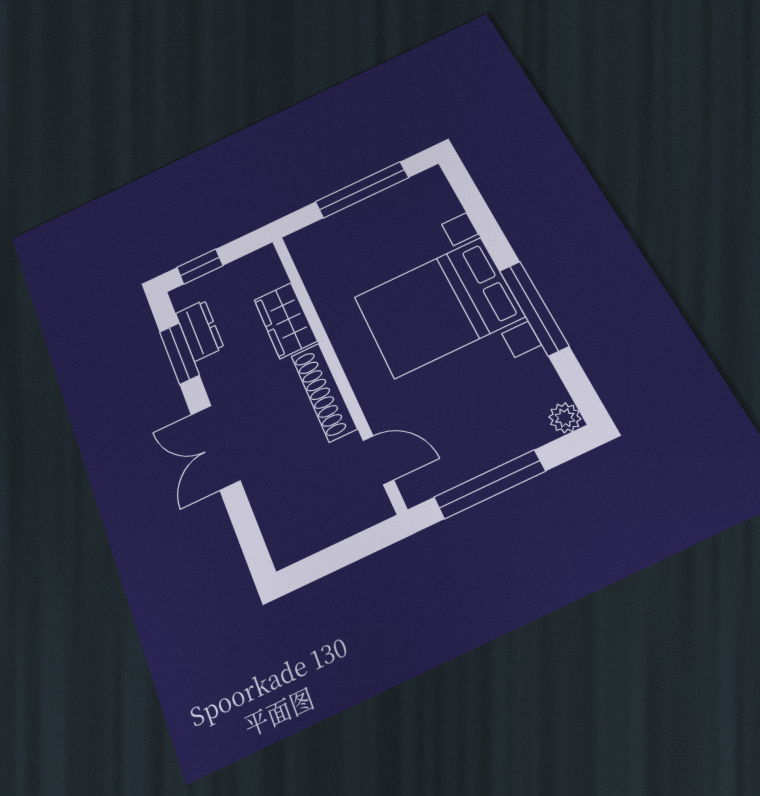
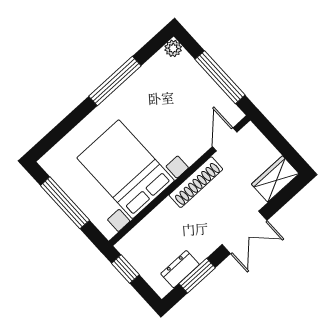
window: (200, 266) -> (125, 269), moved
bed with nightstands: (438, 307) -> (126, 169), moved, turned 180
wardrobe: (285, 320) -> (275, 179), moved, turned 180

